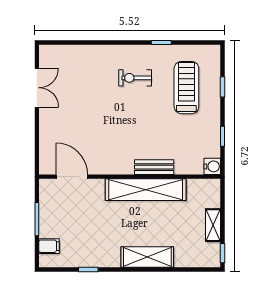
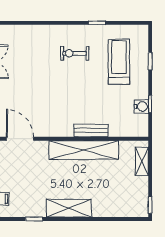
water cooler: (212, 166) -> (141, 107), moved
shelving: (213, 225) -> (142, 161), moved
shelving: (147, 257) -> (69, 208), moved

